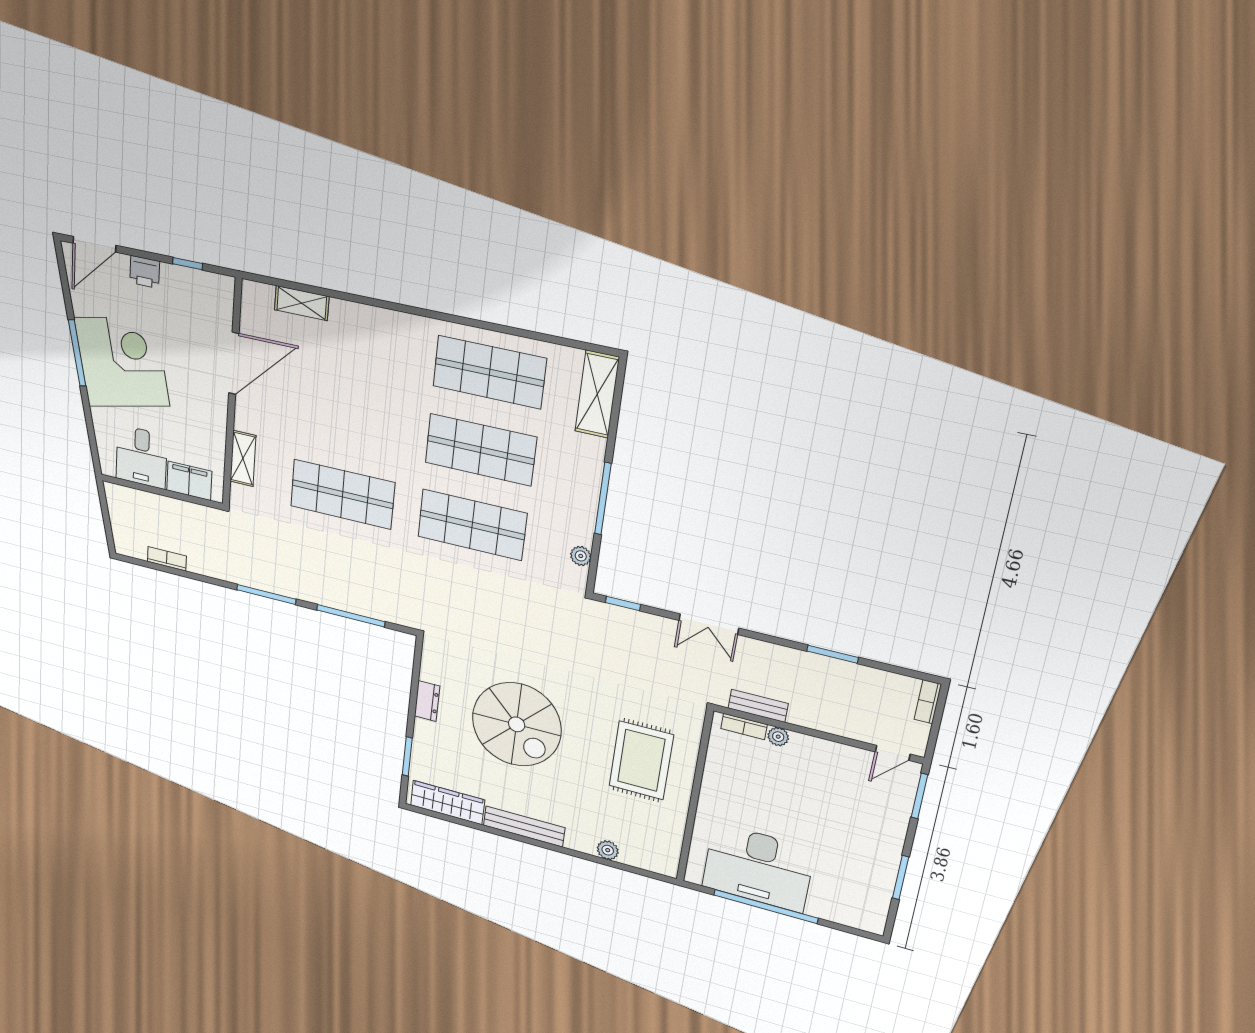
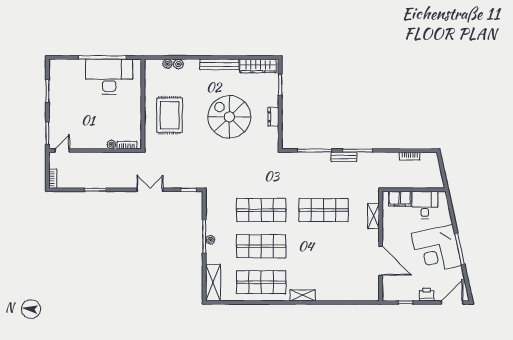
shelving: (302, 303) -> (303, 295), moved
door: (234, 363) -> (381, 261), swing flipped
plant: (581, 556) -> (210, 240), moved
bench: (758, 706) -> (344, 157), moved
plant: (630, 857) -> (167, 64), added

